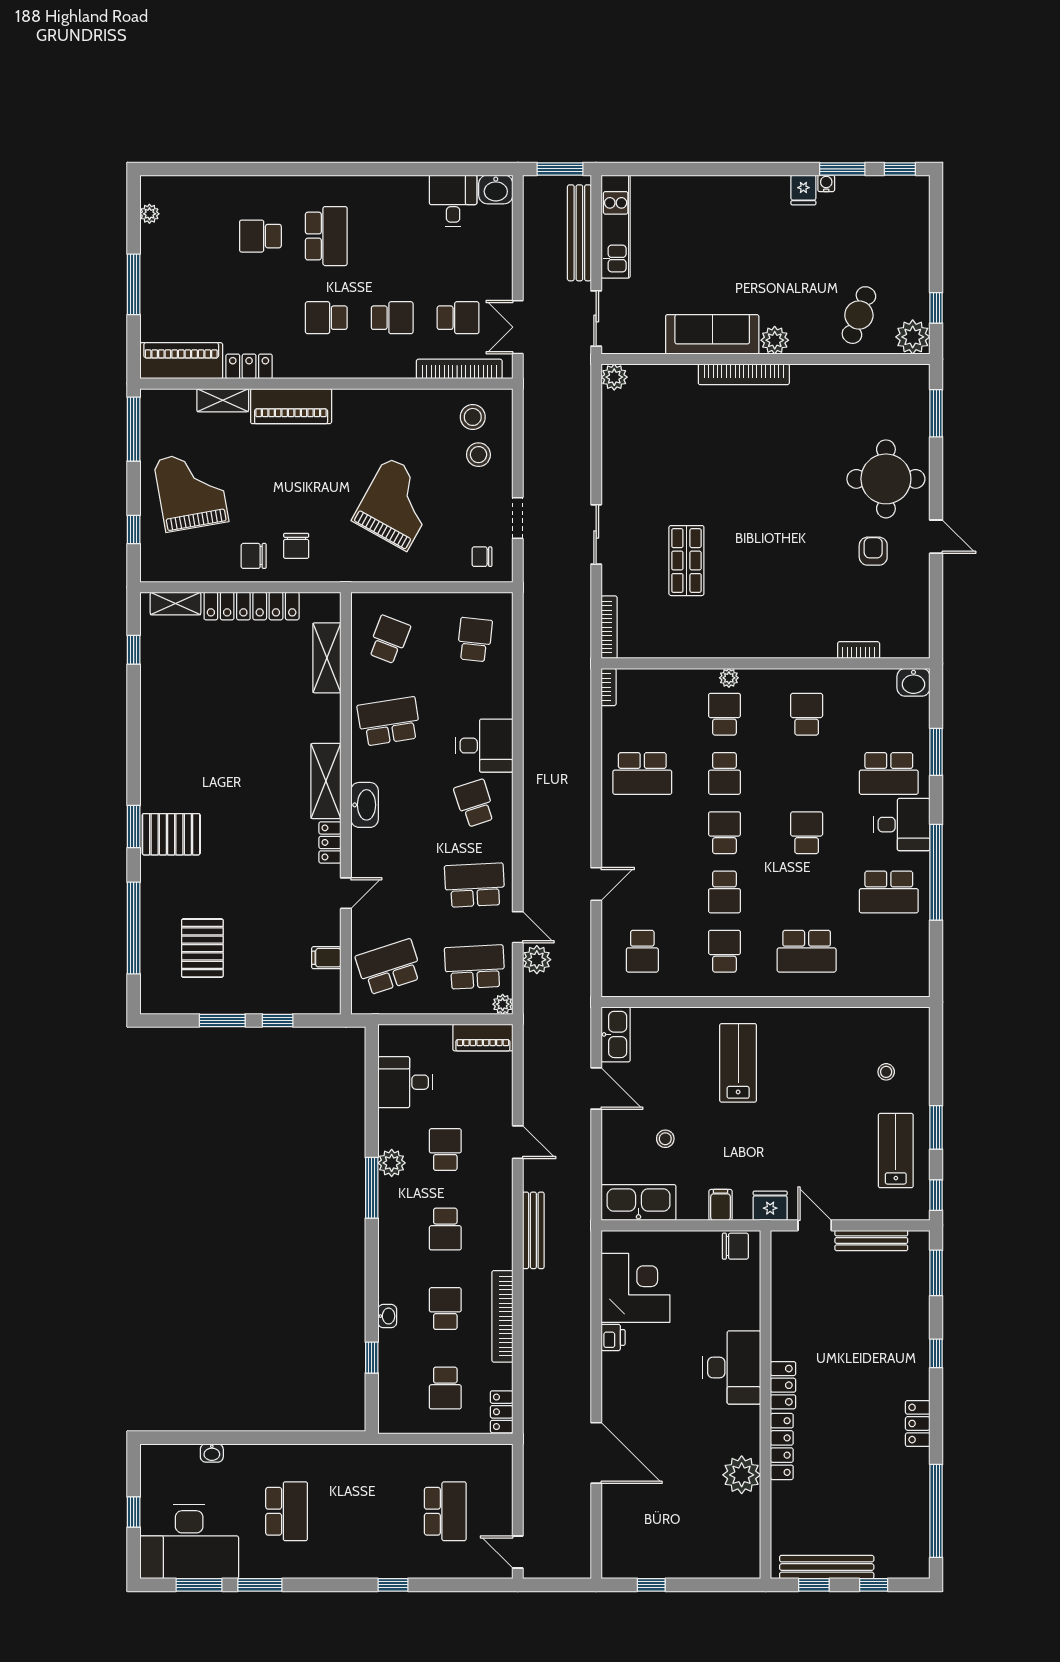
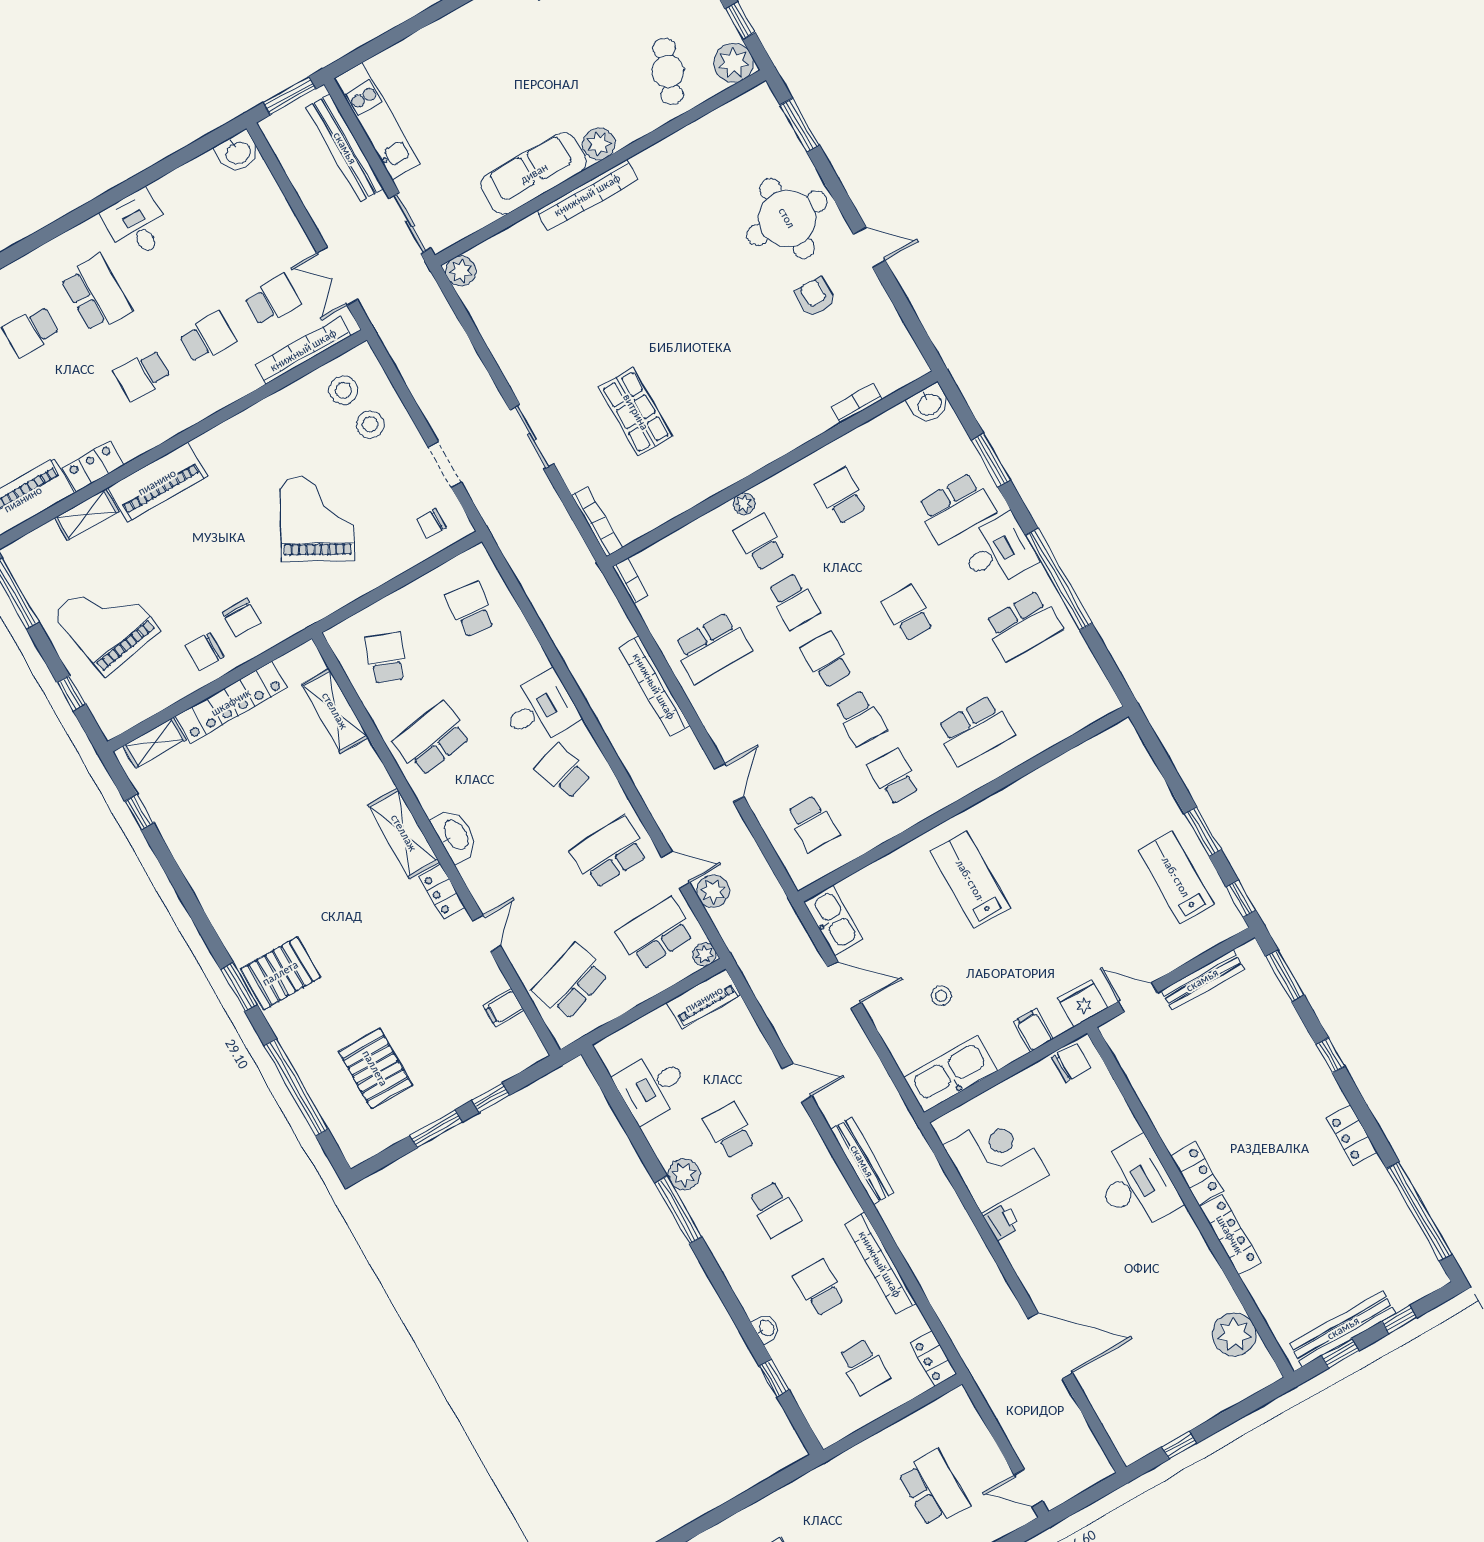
desk: (453, 201) -> (137, 224), moved
bookcase: (581, 778) -> (654, 686), added
stool: (886, 1072) -> (1122, 805), removed
plant: (742, 1475) -> (1234, 1334), moved

